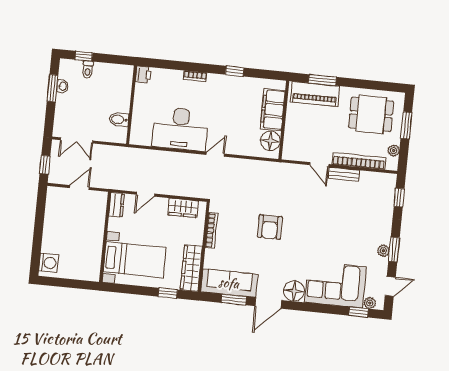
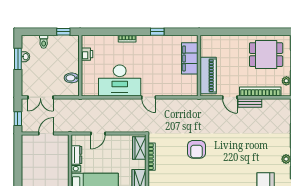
window: (84, 56) -> (63, 32), moved
printer: (143, 75) -> (87, 54), moved
window: (322, 80) -> (226, 32), removed
piano: (315, 94) -> (208, 76), moved, turned -90
floor lamp: (270, 141) -> (190, 83), removed
door: (215, 154) -> (149, 97), swing flipped
dresser: (117, 205) -> (76, 155), moved
wardrobe: (183, 208) -> (139, 148), moved, turned 90

